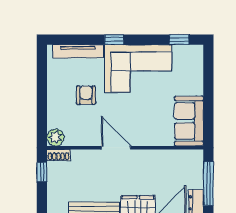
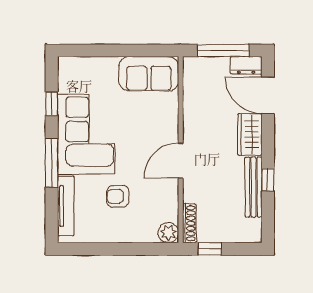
window: (114, 40) -> (52, 163), width x2.17
window: (179, 40) -> (52, 104), moved
shoe rack: (58, 155) -> (189, 223), width x1.43

